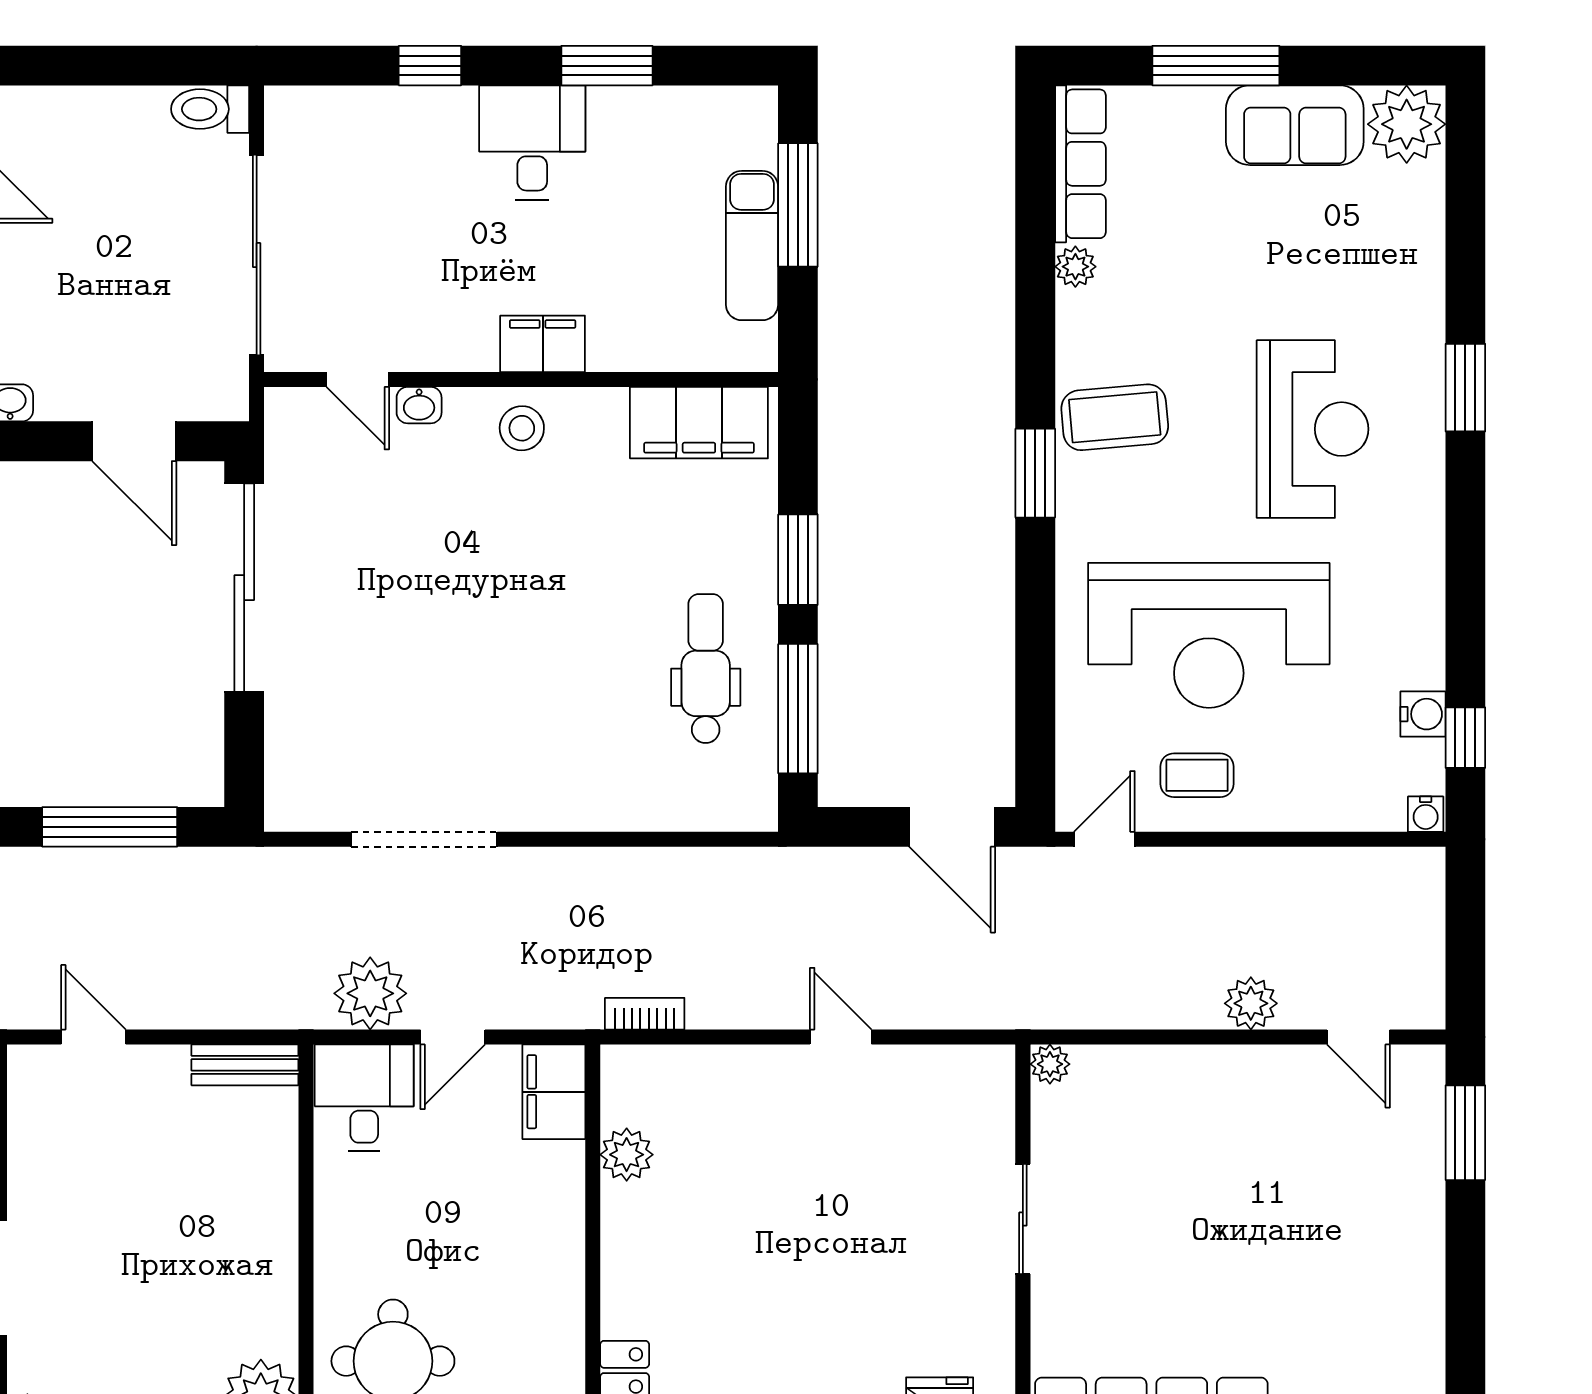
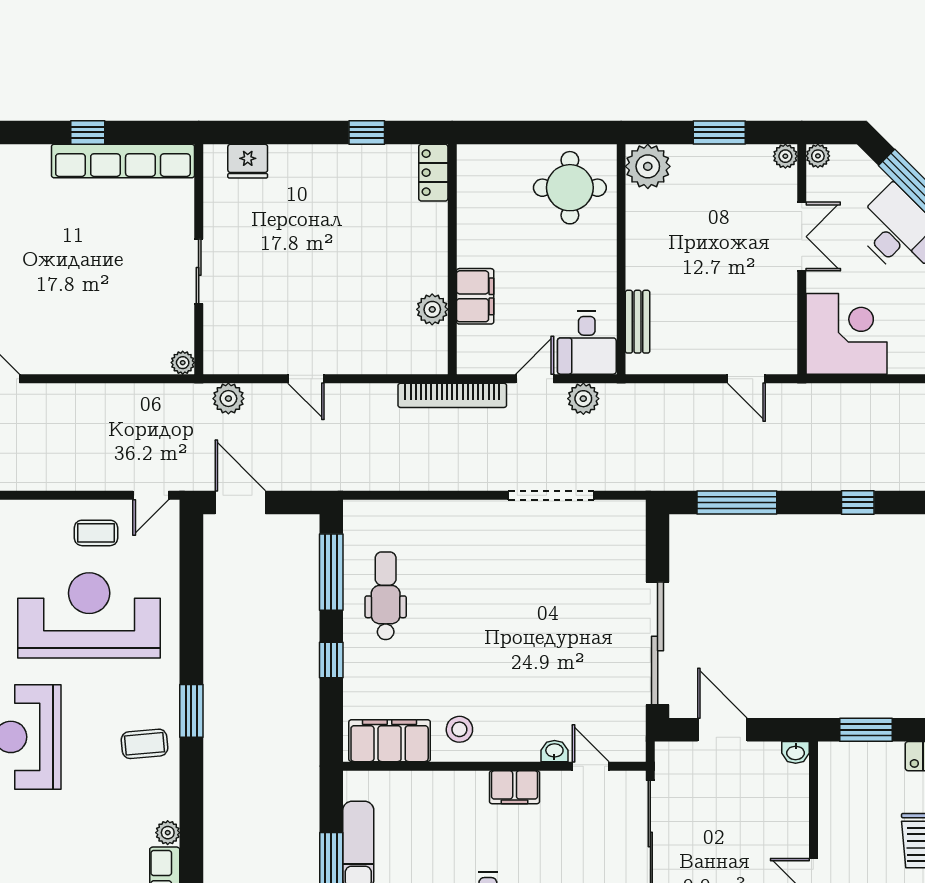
filing cabinet: (543, 344) -> (515, 787), moved
coffee table: (1115, 417) -> (145, 744), width x0.73, depth x0.77
stool: (522, 428) -> (459, 729), moved
window: (798, 560) -> (331, 660), width x0.67
dental chair: (706, 669) -> (386, 596), turned 180
plant: (370, 993) -> (583, 399), width x0.73, depth x0.73
plant: (1251, 1003) -> (228, 399), moved
bookcase: (645, 1014) -> (452, 395), width x2.31, depth x1.31
bench: (245, 1065) -> (638, 322), moved, turned 90
filing cabinet: (554, 1092) -> (475, 296), moved

